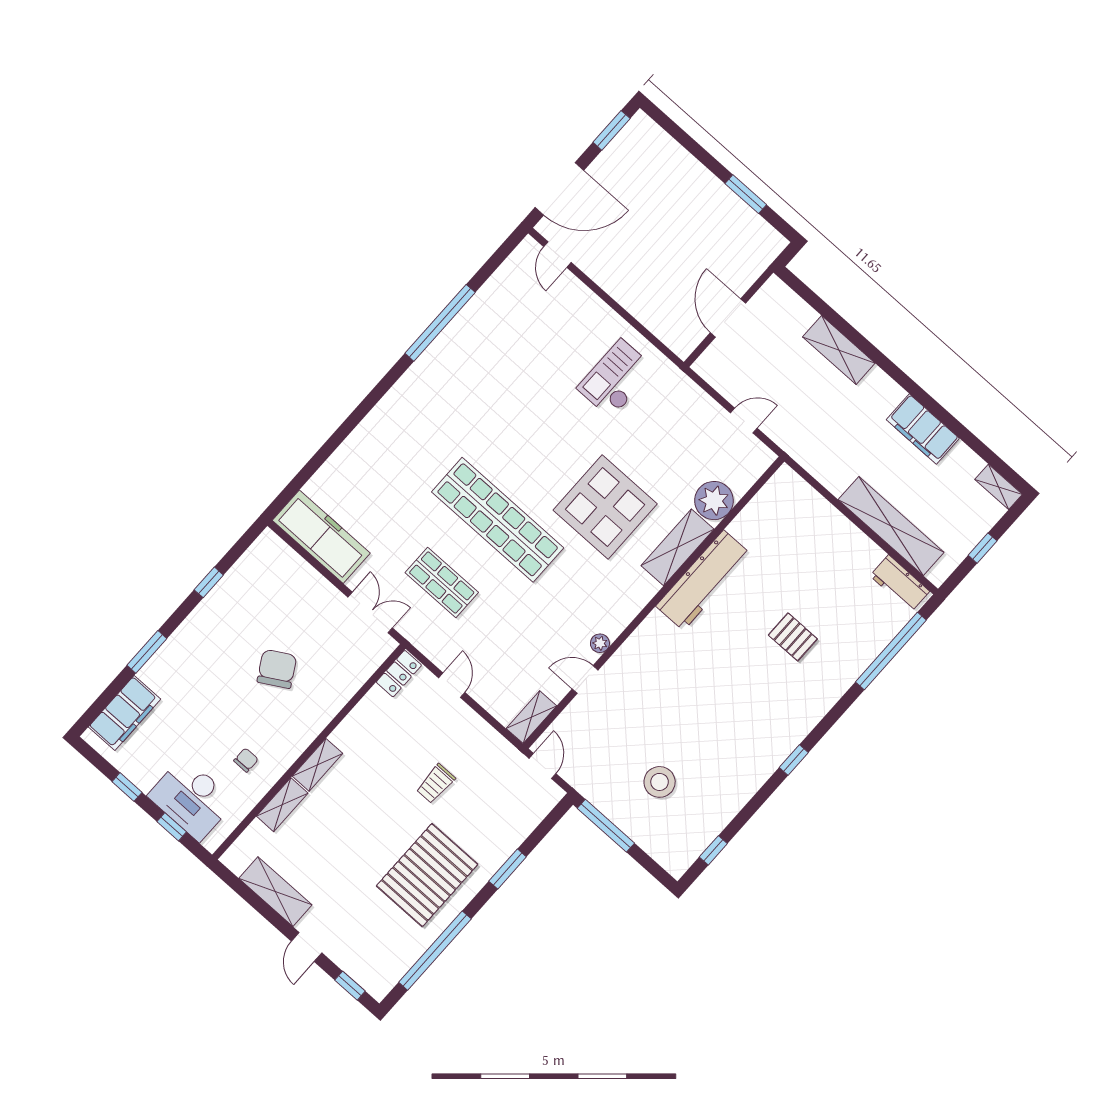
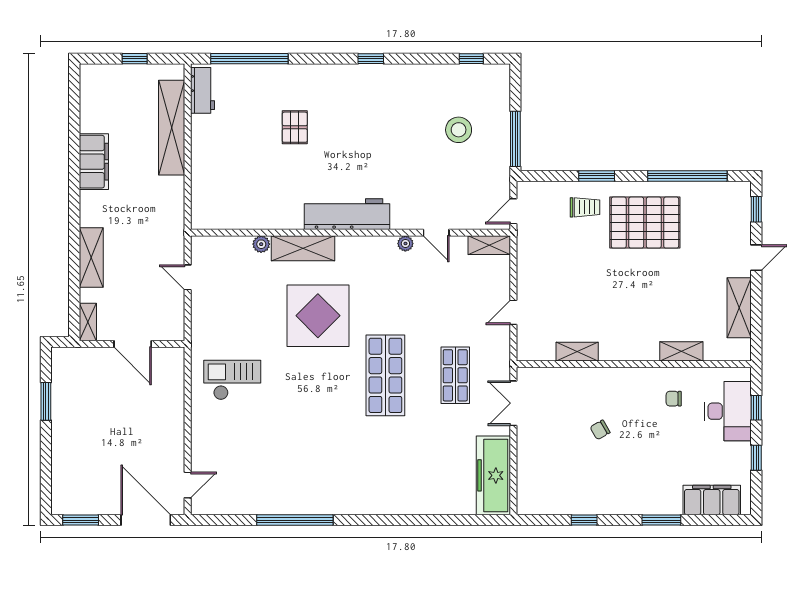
door: (728, 318) -> (133, 344), hinge flipped
checkout: (616, 379) -> (232, 380), turned 180
shelving: (999, 487) -> (88, 322), moved
plant: (714, 501) -> (261, 244), width x0.53, depth x0.53
shop shelf: (498, 520) -> (385, 375), width x0.71
workbench: (704, 580) -> (347, 214), moved
chair: (277, 669) -> (600, 430), width x0.54, depth x0.54
locker: (399, 674) -> (535, 352), removed
shelving: (317, 765) -> (577, 352), moved
trolley: (436, 784) -> (585, 207), moved

